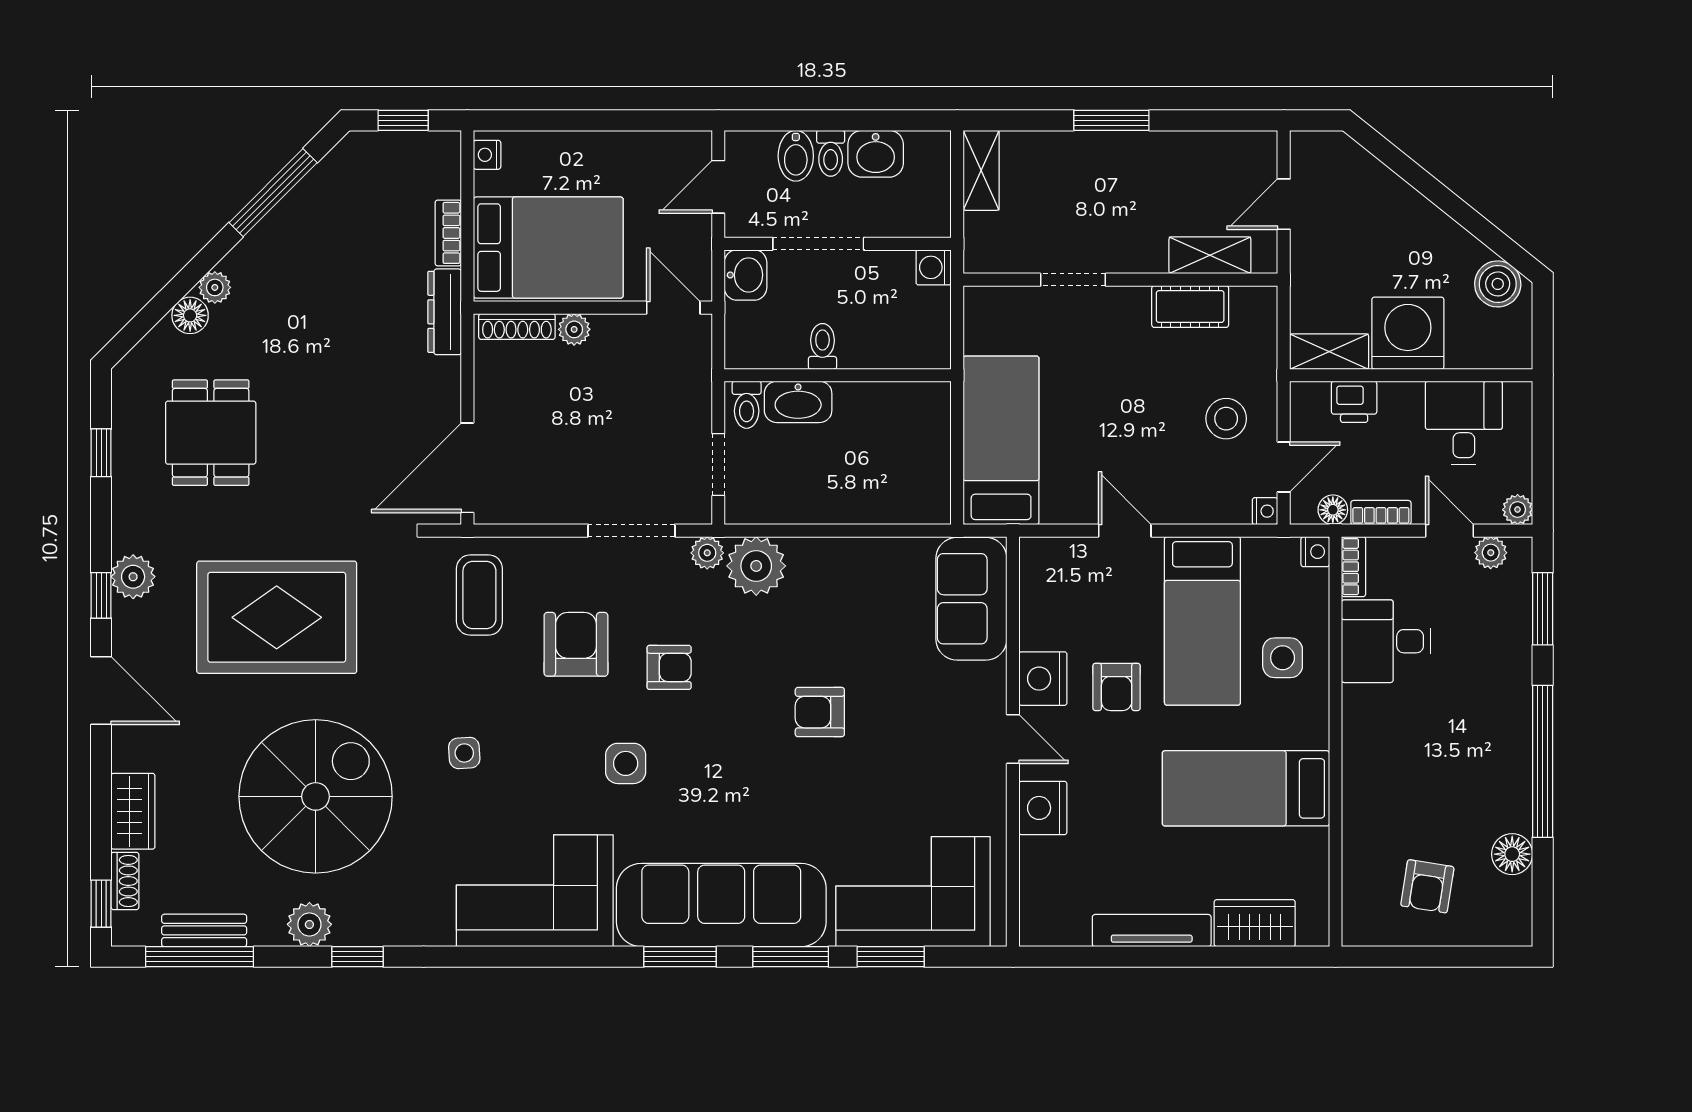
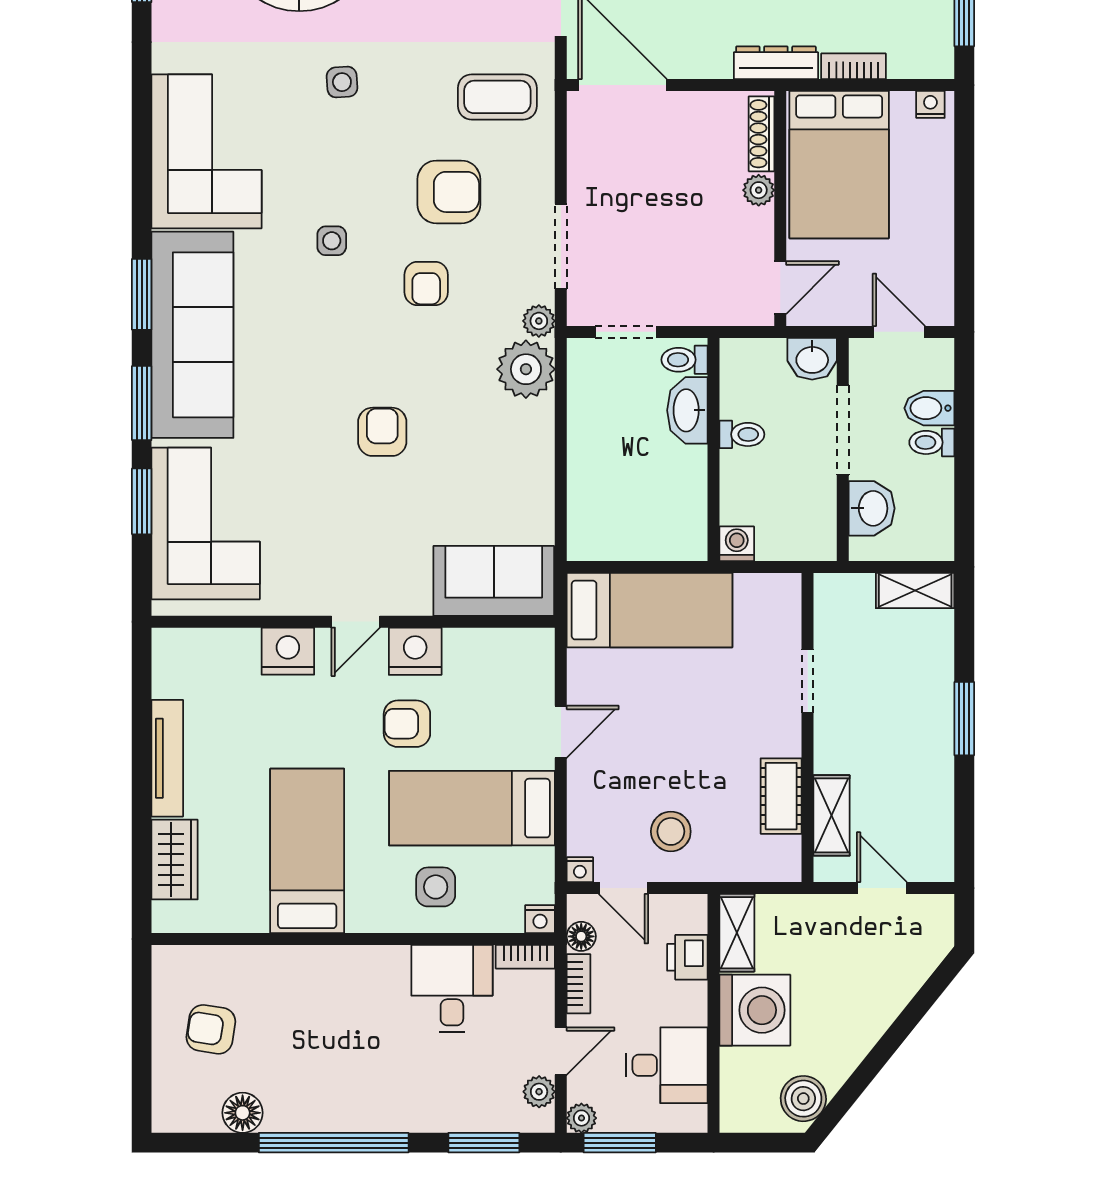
washbasin: (876, 154) -> (872, 508), moved, turned 180
washing machine: (934, 267) -> (737, 544), moved
window: (1543, 471) -> (620, 1143), added
side table: (626, 763) -> (332, 241), width x0.73, depth x0.73

